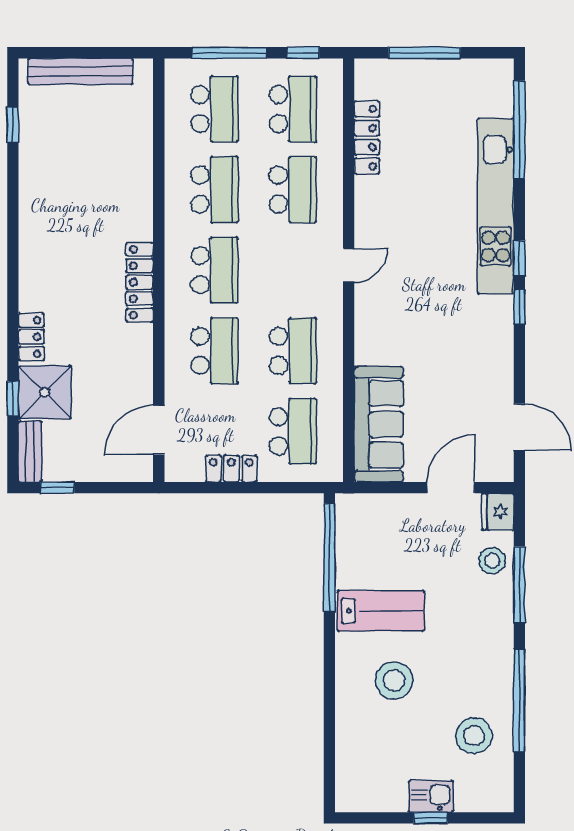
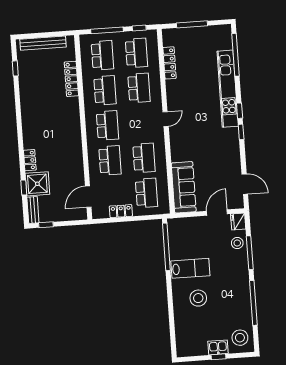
locker: (140, 282) -> (71, 79), moved
stool: (474, 736) -> (240, 338), moved

